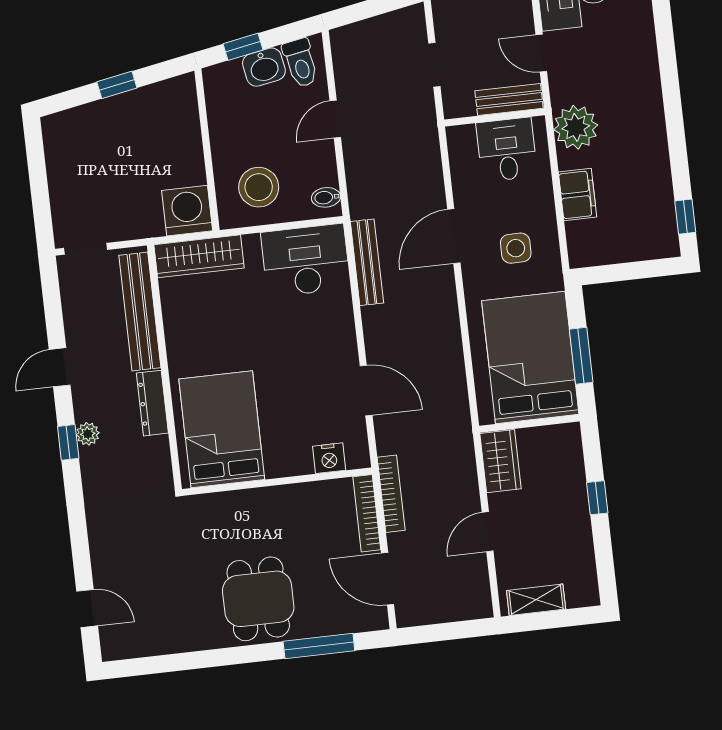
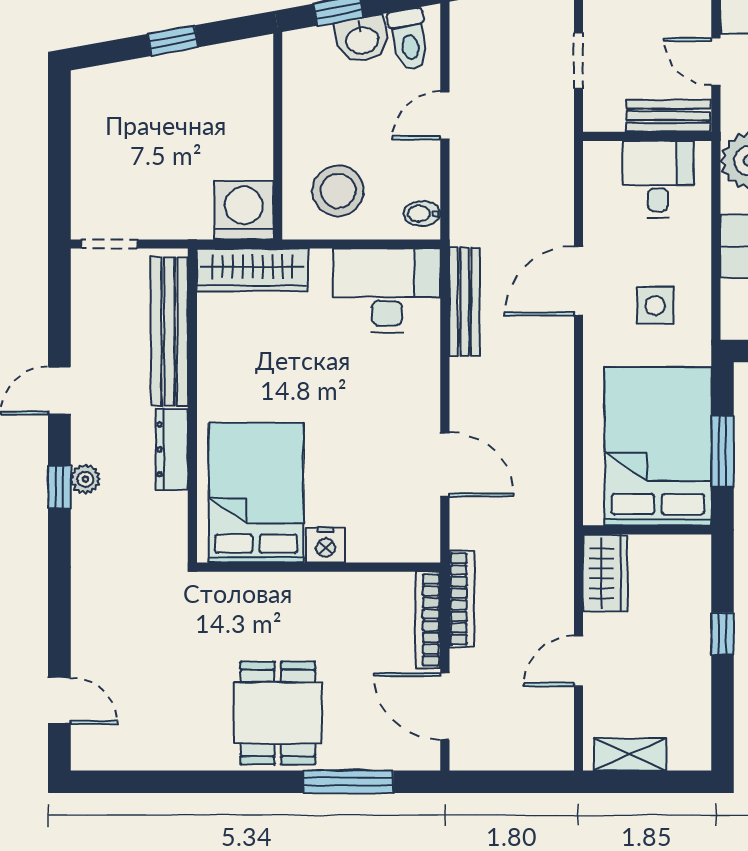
nightstand: (329, 458) -> (326, 545), moved

